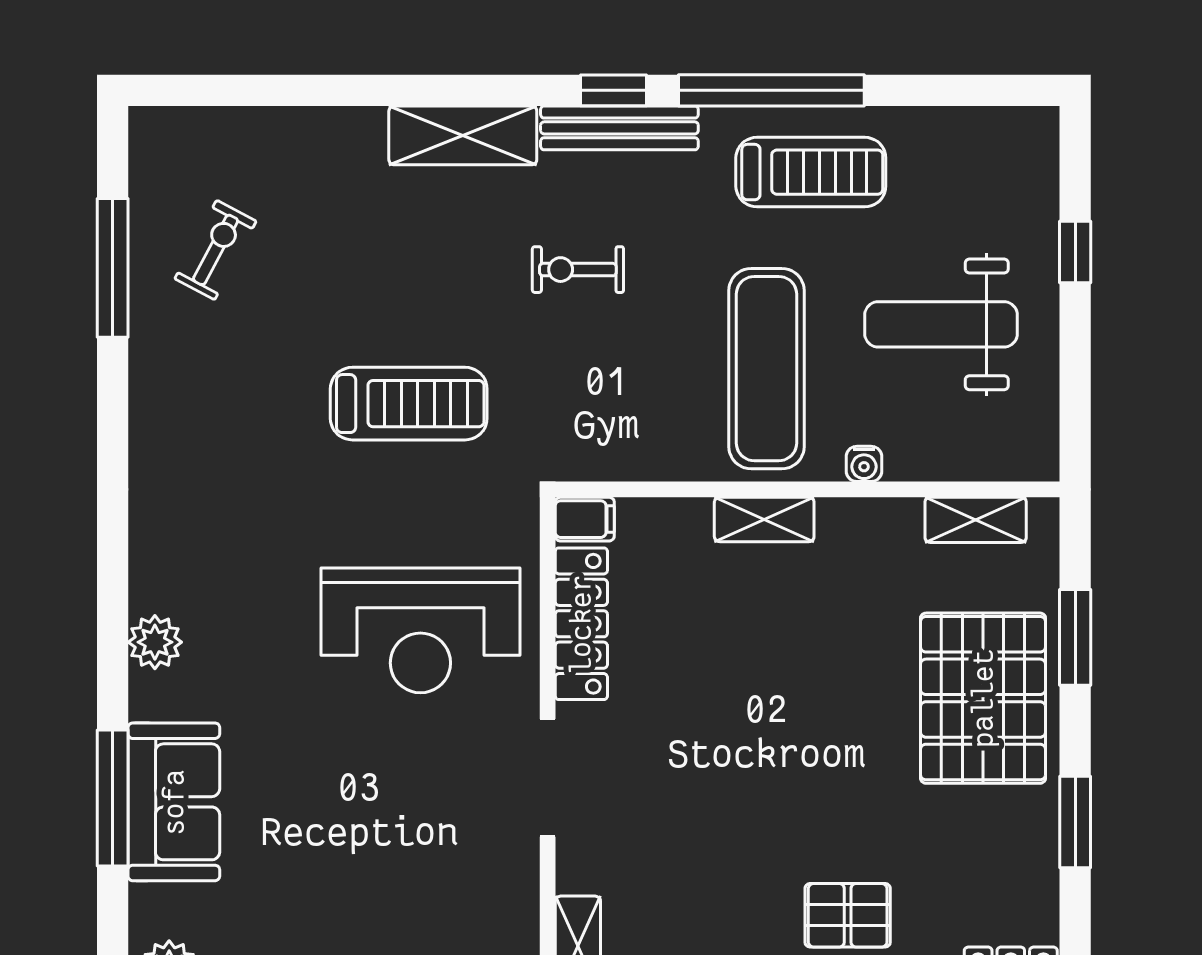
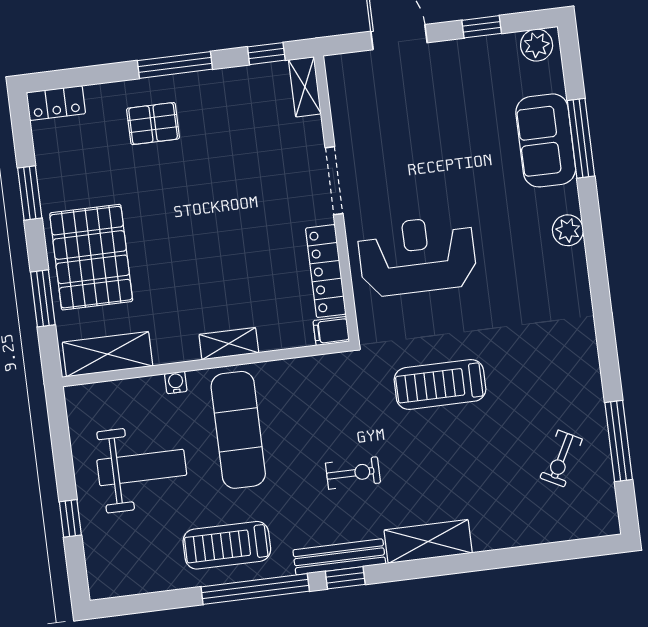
shelving: (976, 520) -> (108, 354), width x1.50, depth x1.33

